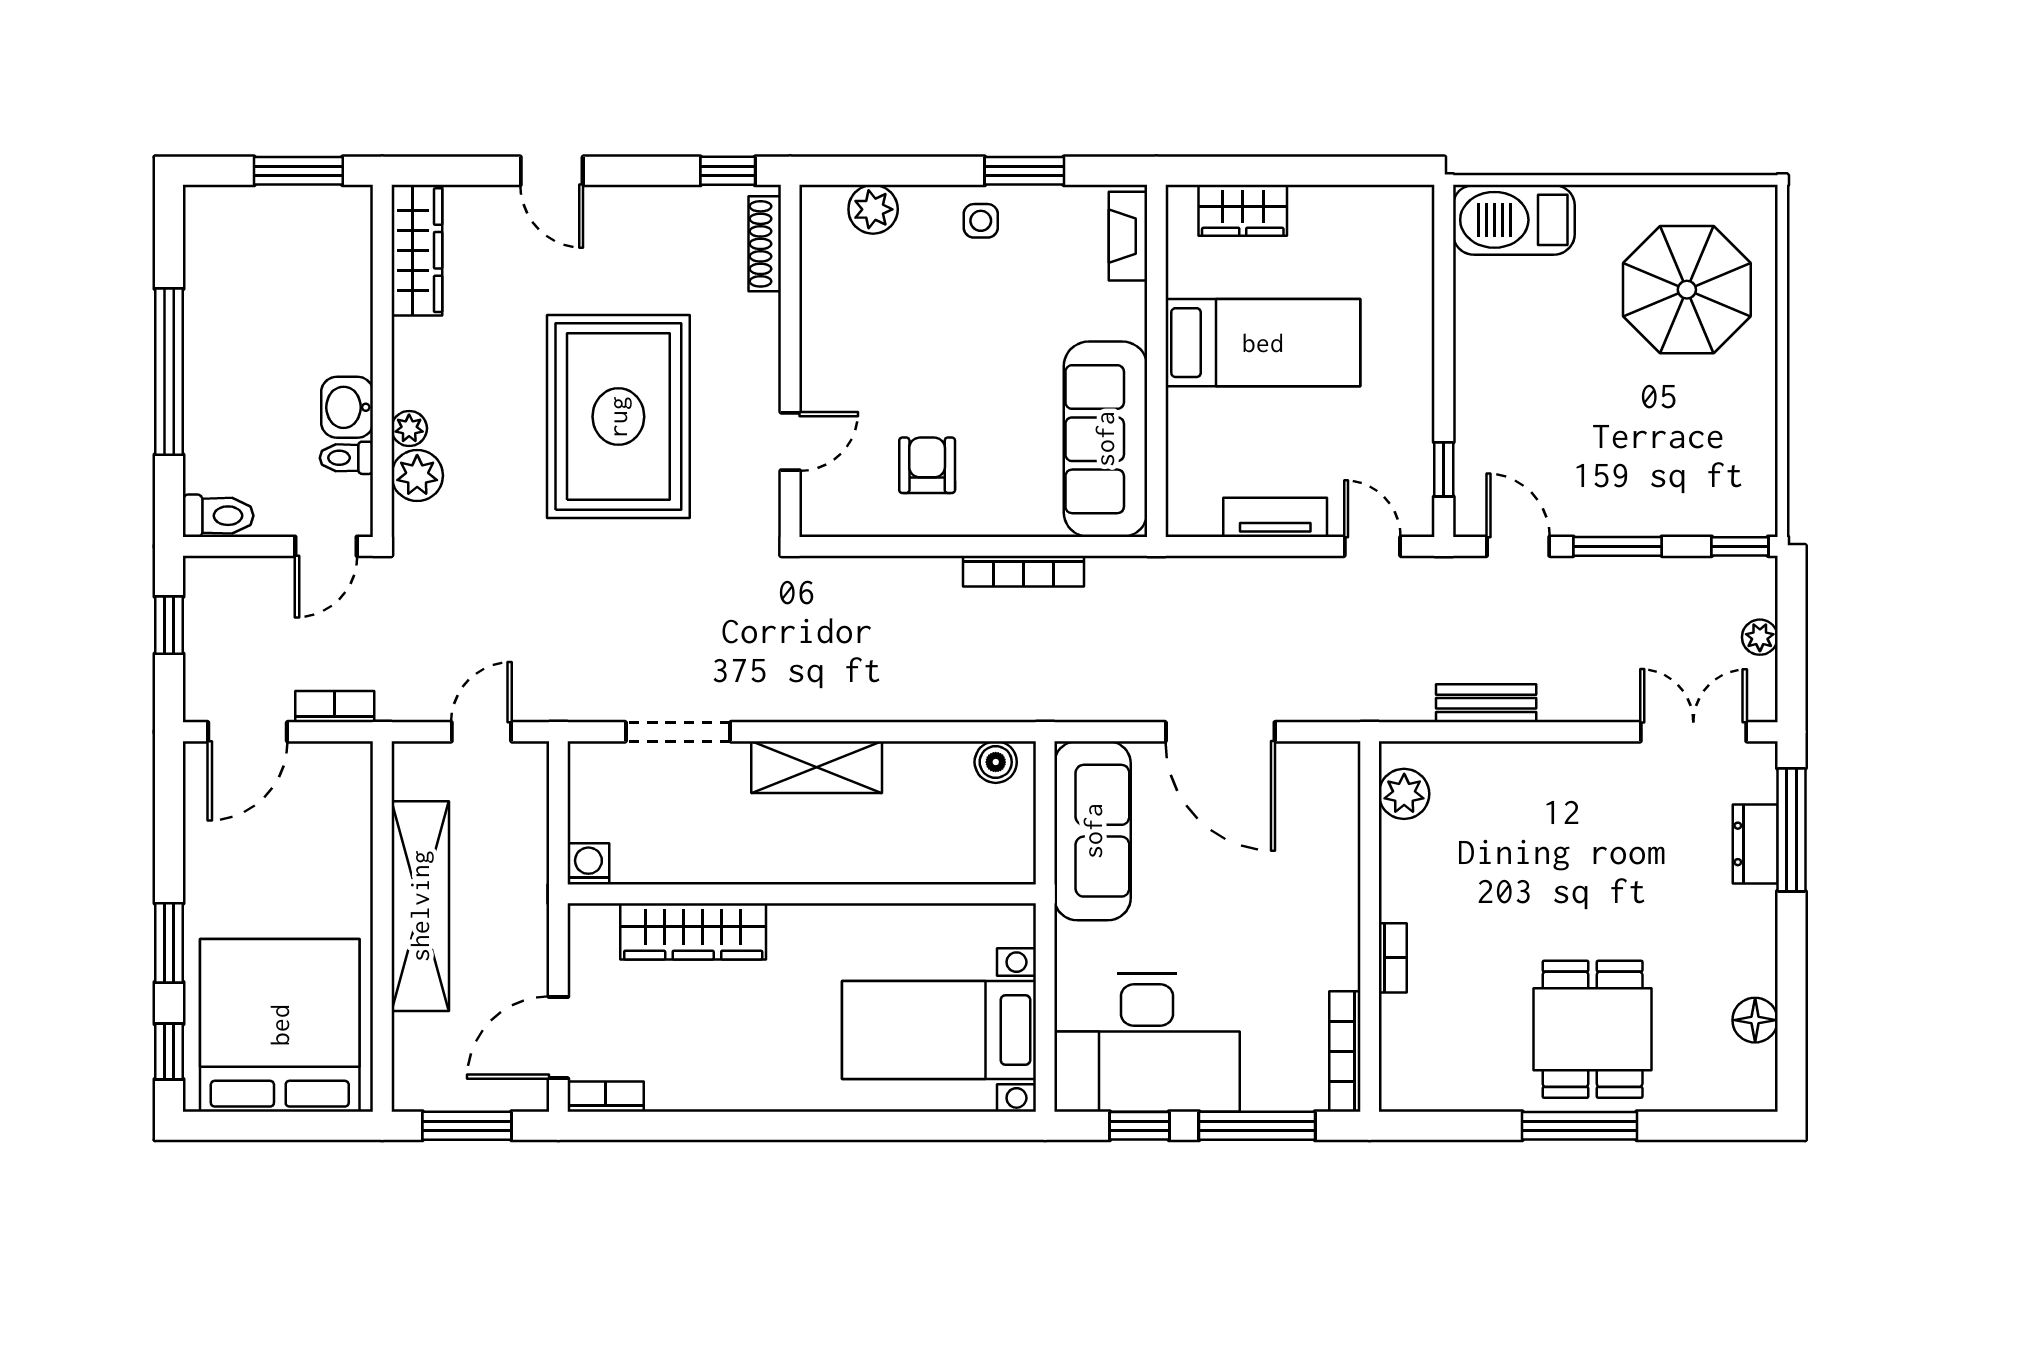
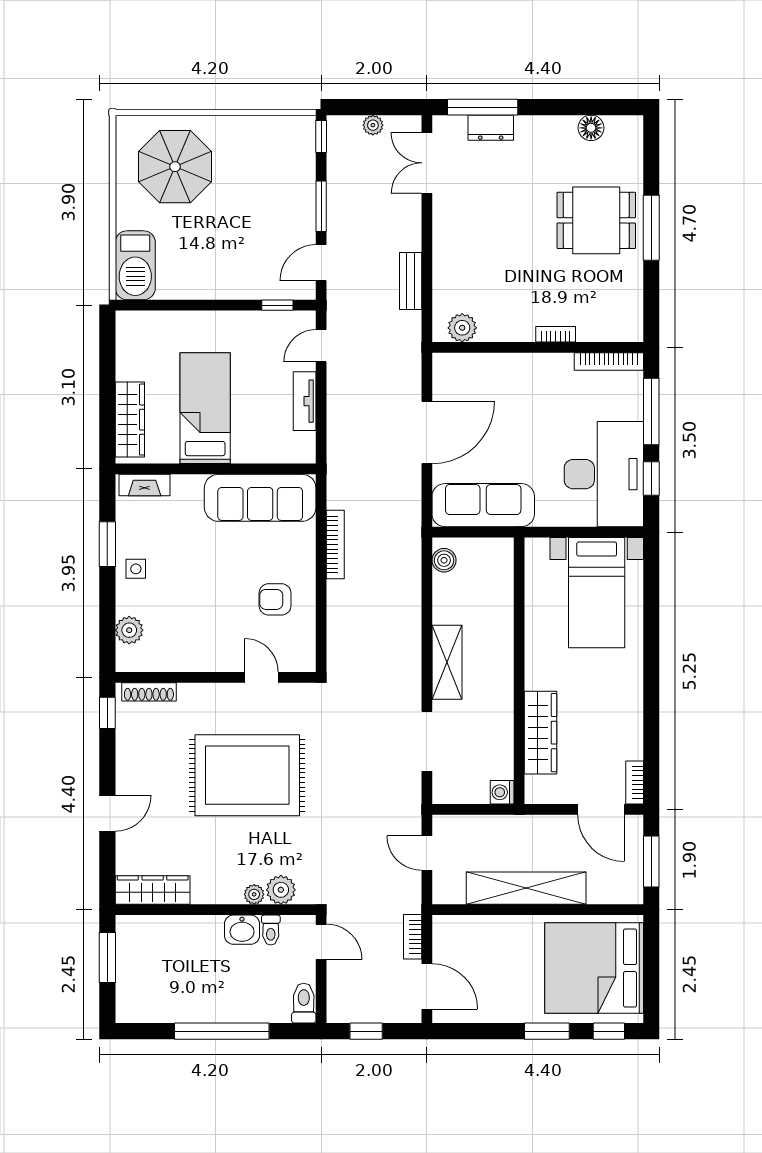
wardrobe: (1243, 210) -> (130, 420), width x1.50

